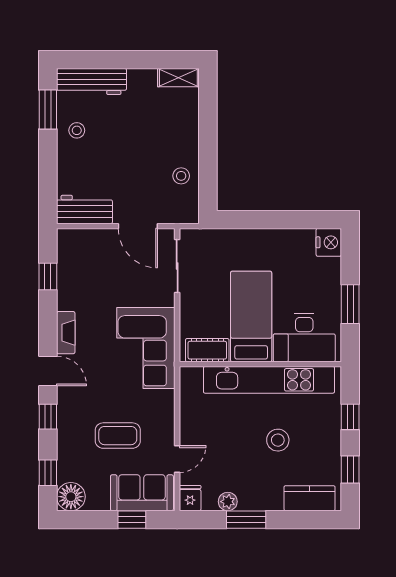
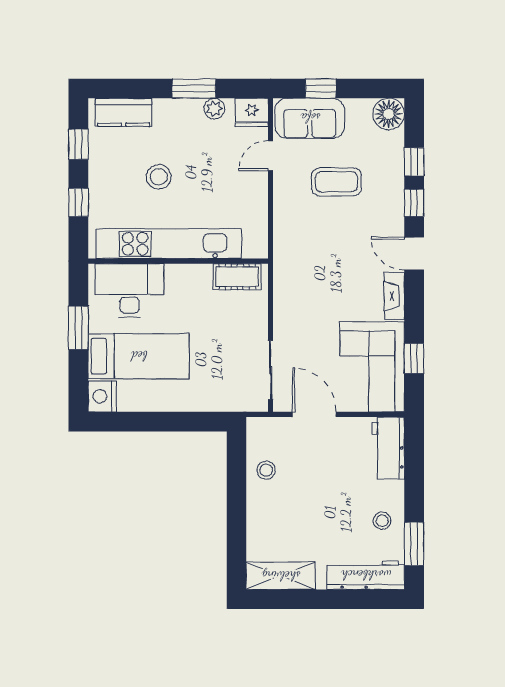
shelving: (178, 78) -> (281, 576), width x1.50, depth x1.33
workbench: (84, 210) -> (388, 448), moved, turned 90
bed: (251, 316) -> (139, 356), moved, turned -90
corner sofa: (146, 348) -> (372, 367), moved, turned 180
window: (48, 473) -> (414, 162), moved
fridge: (190, 498) -> (252, 112), width x1.38

